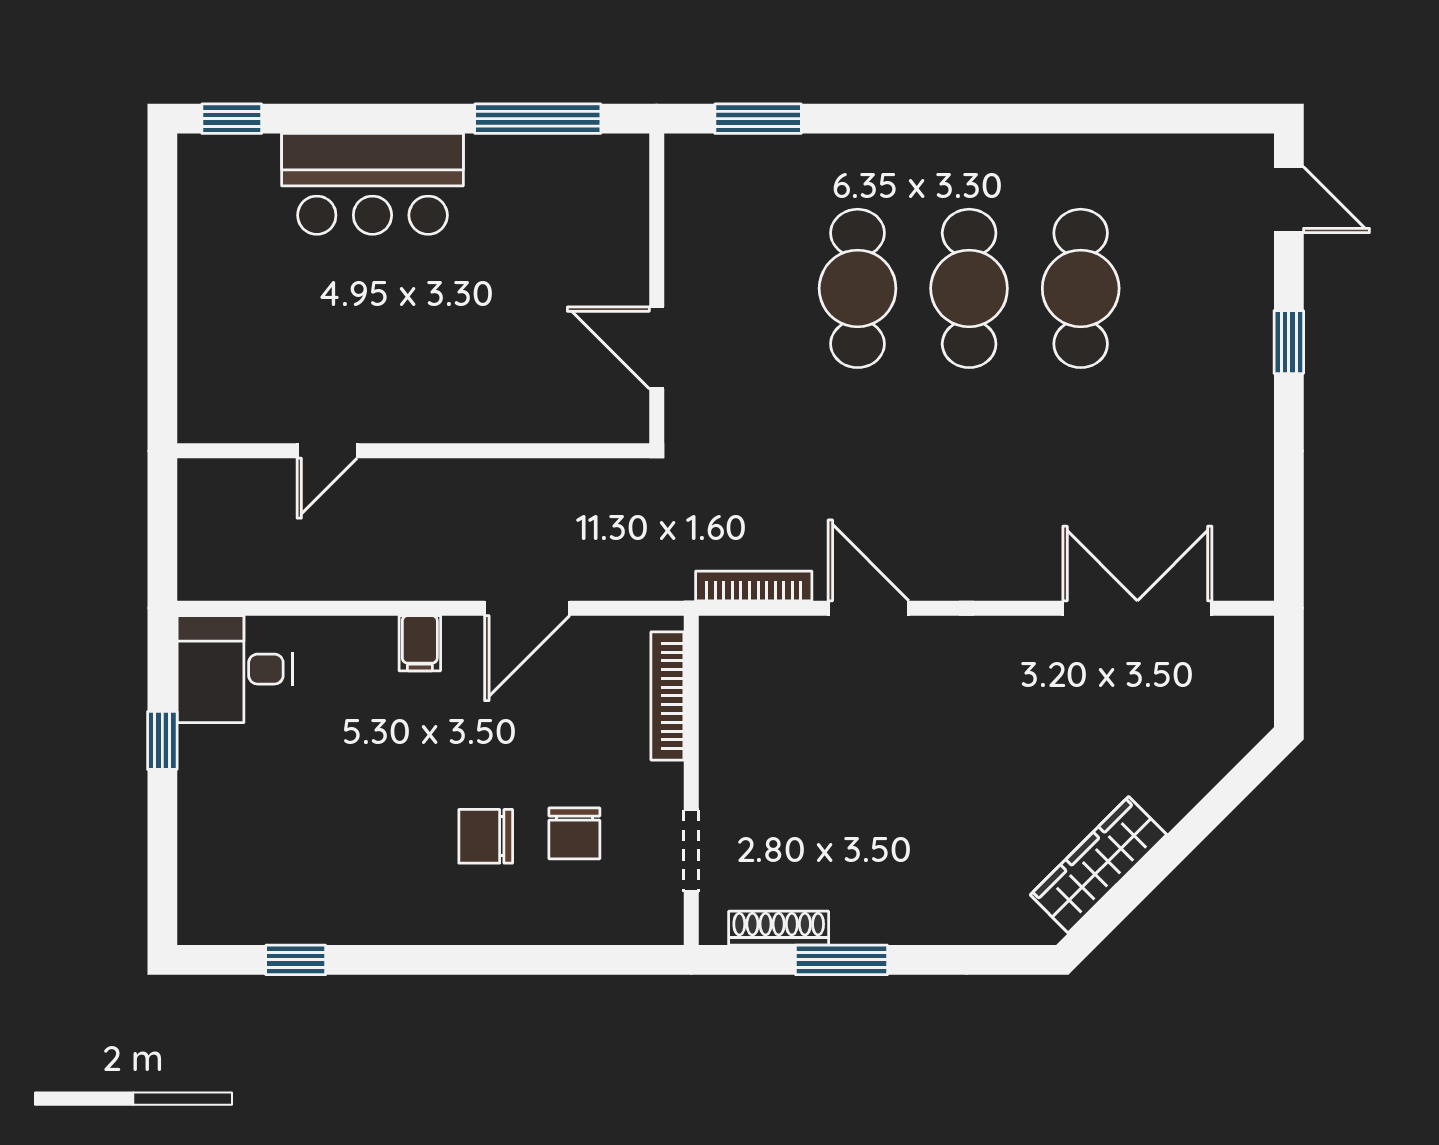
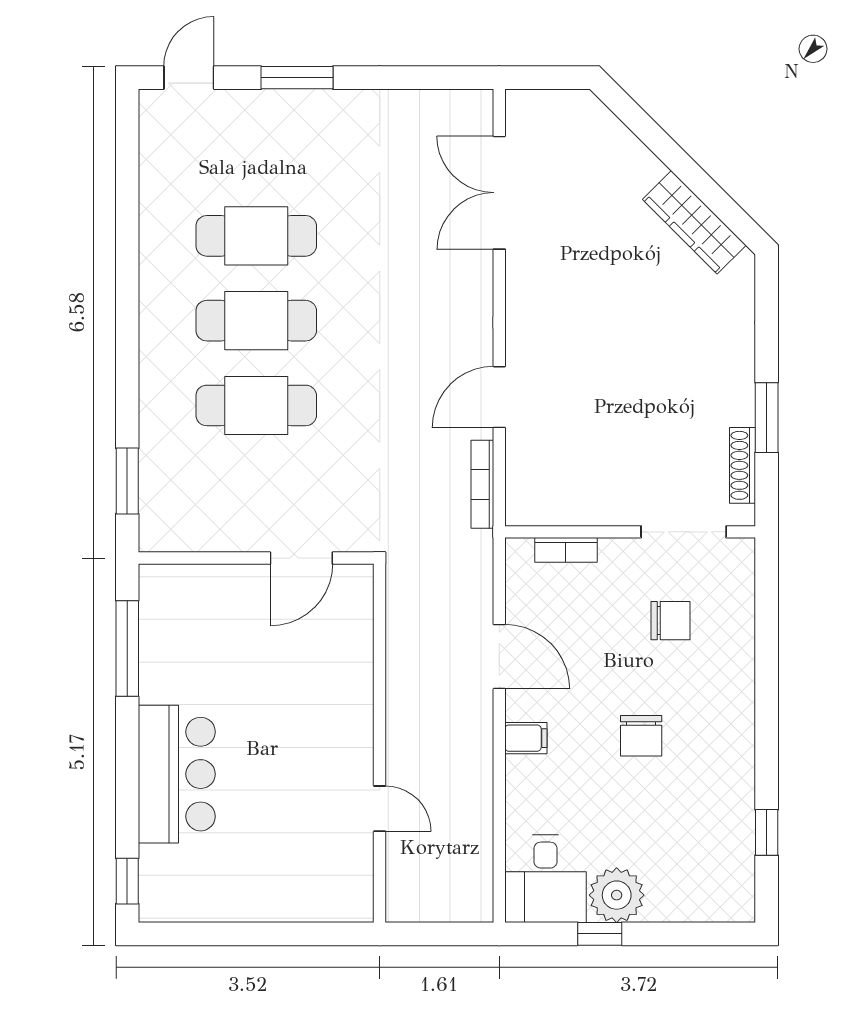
window: (1289, 342) -> (297, 78), width x1.50
bookcase: (667, 696) -> (566, 550), width x0.64
plant: (213, 763) -> (617, 895), added
chair: (486, 836) -> (641, 736), moved
doorway: (691, 851) -> (684, 532), width x1.38

